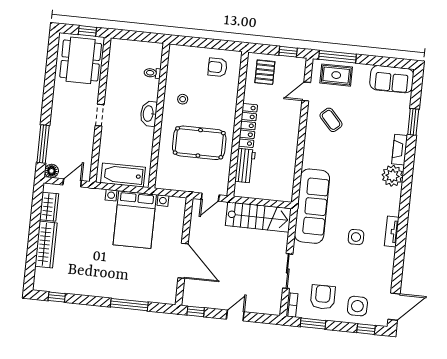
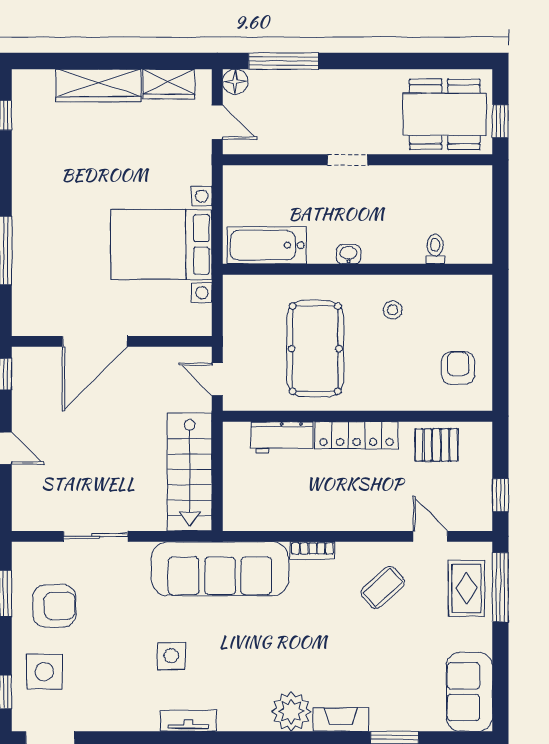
pallet: (265, 72) -> (436, 445), moved
washbasin: (149, 114) -> (348, 254), width x0.52, depth x0.69
bathtub: (123, 175) -> (267, 245), moved, turned -90
bookcase: (292, 305) -> (313, 551), moved

